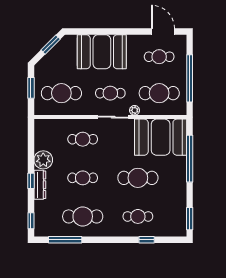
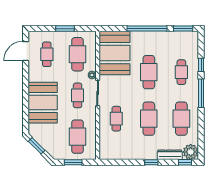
window: (190, 78) -> (65, 29), width x0.47
window: (190, 159) -> (147, 29), moved
plant: (43, 160) -> (191, 152), moved
cafe table: (83, 178) -> (149, 119), width x1.37, depth x1.35
dresser: (40, 185) -> (170, 155), moved
window: (65, 240) -> (201, 93), moved

